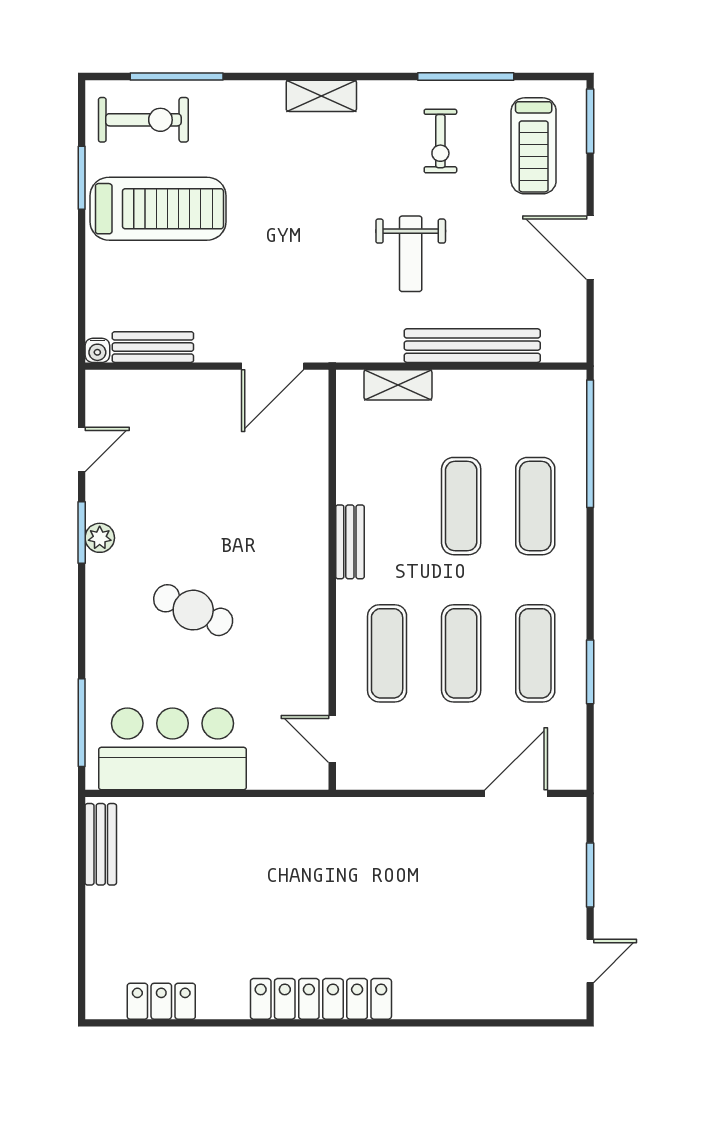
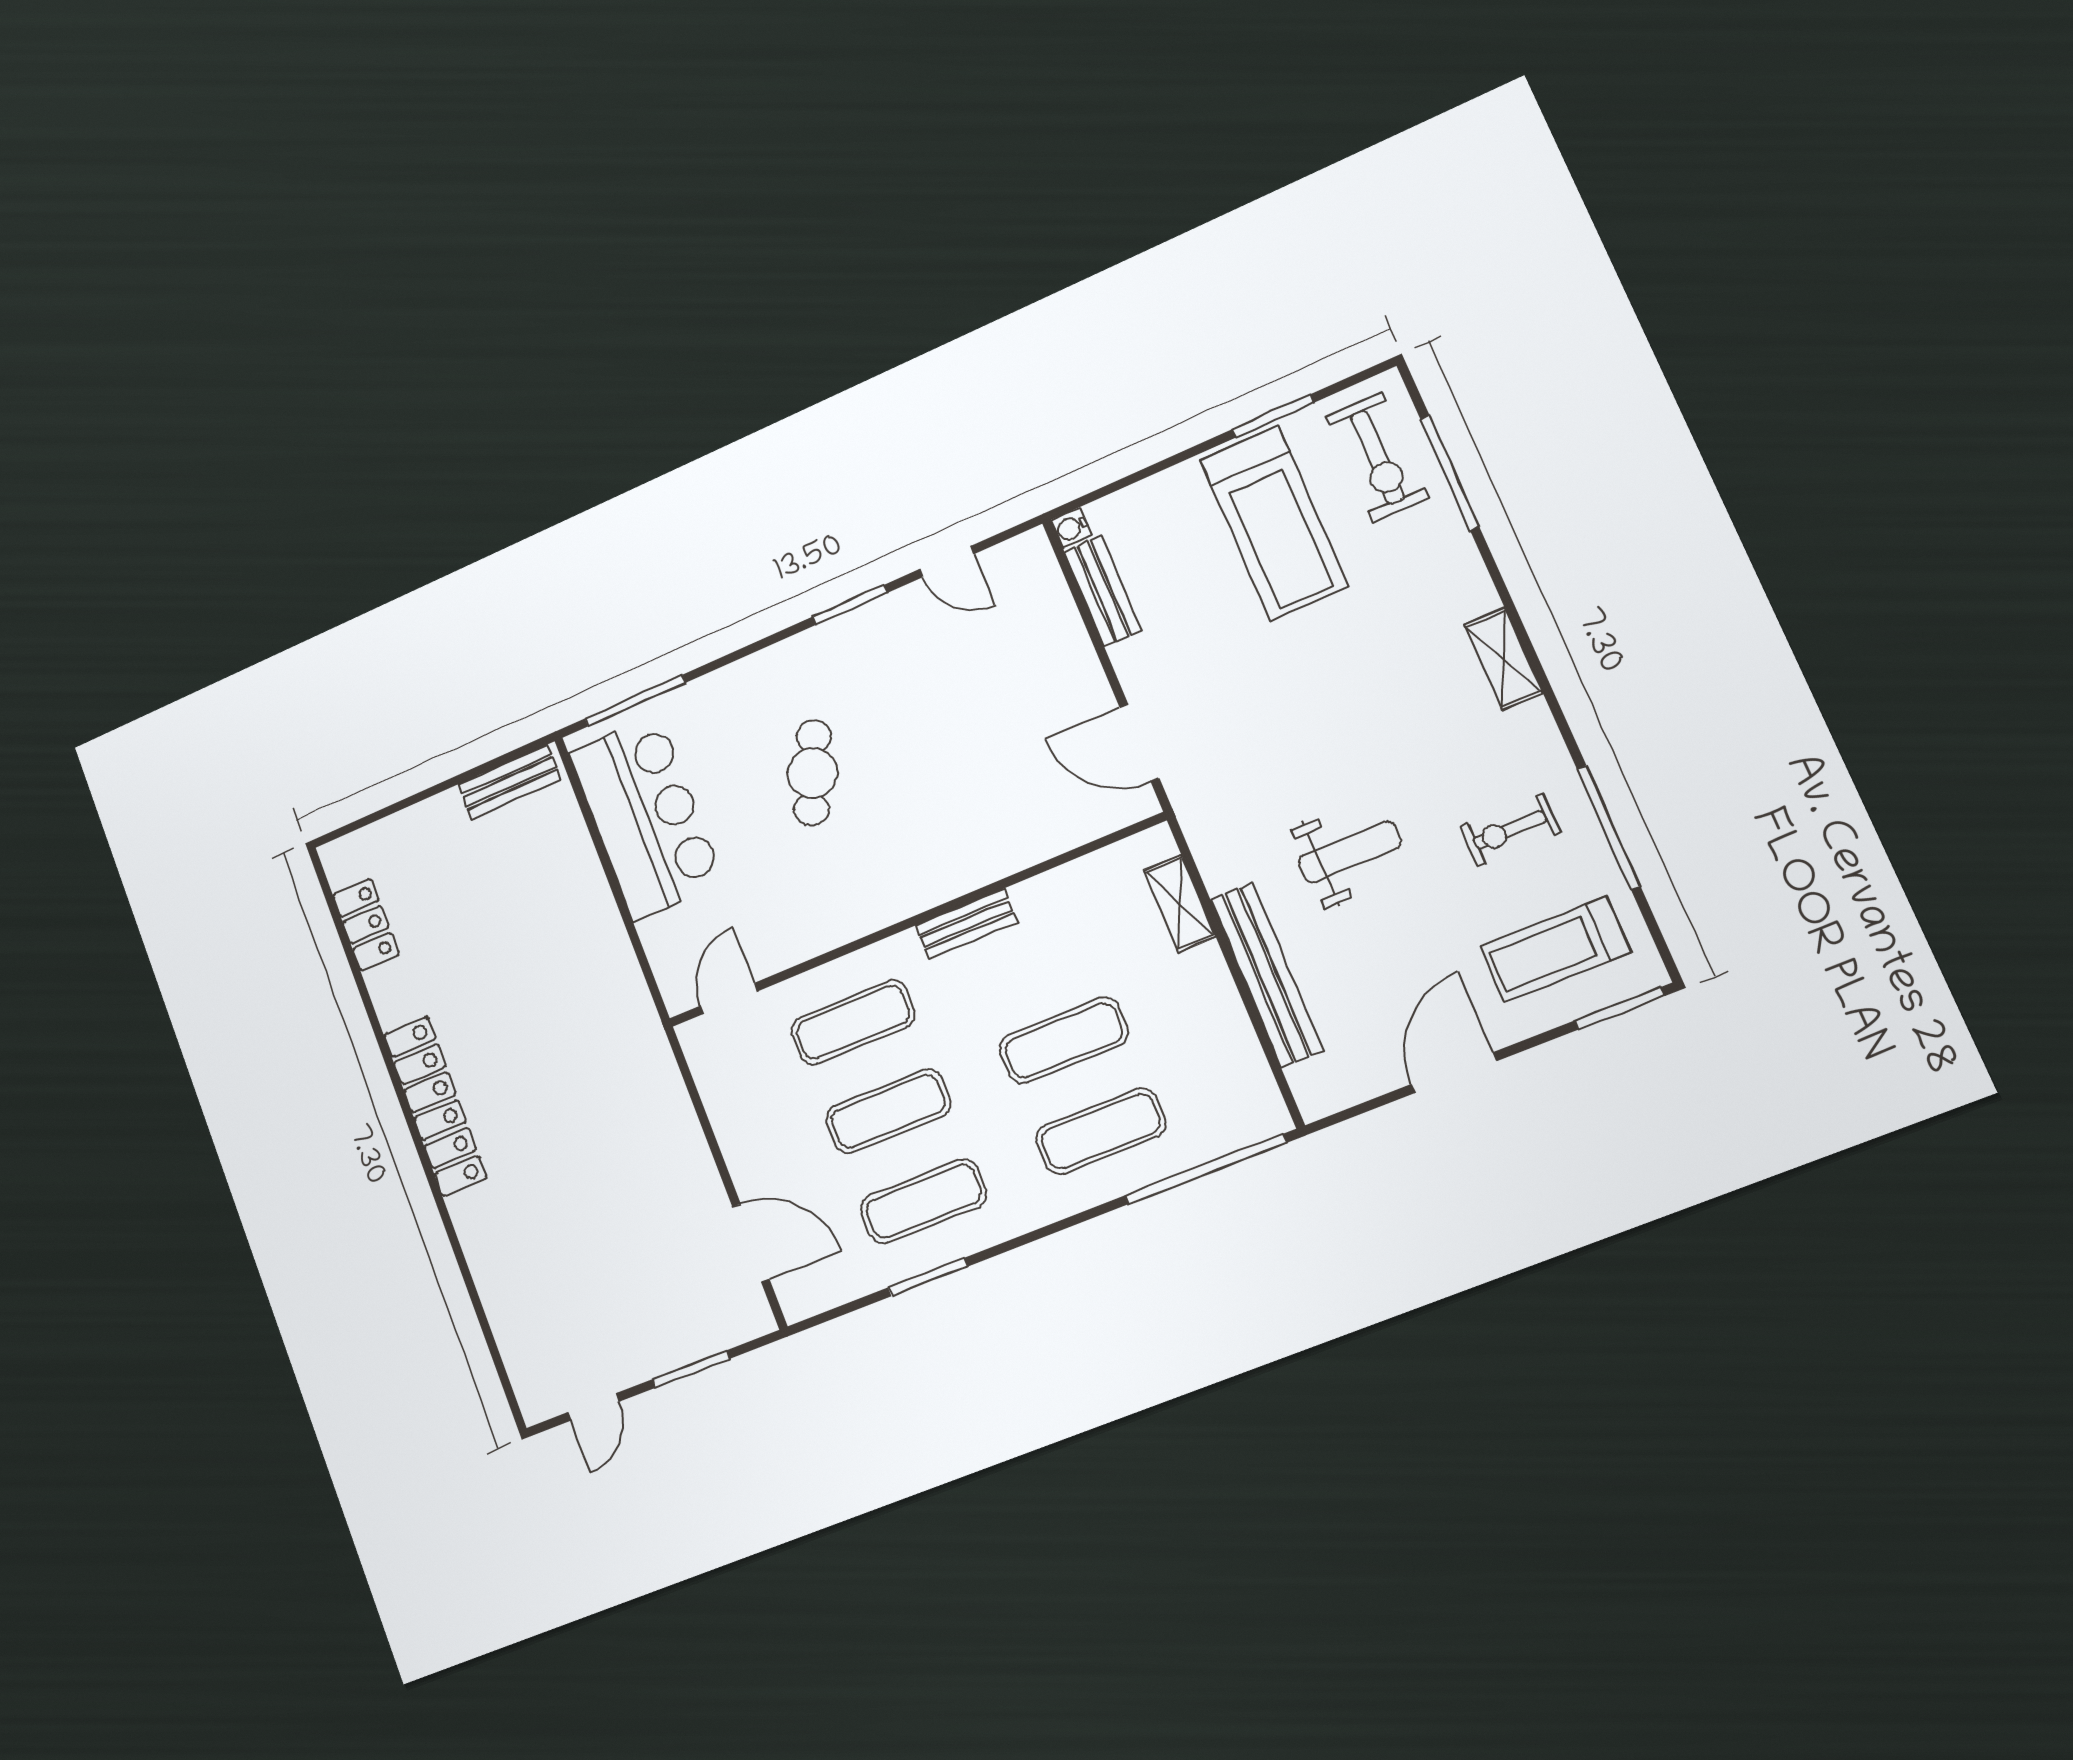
weight bench: (411, 254) -> (1350, 852), turned 180
plant: (100, 538) -> (852, 628), removed
door: (590, 961) -> (593, 1407), hinge flipped

